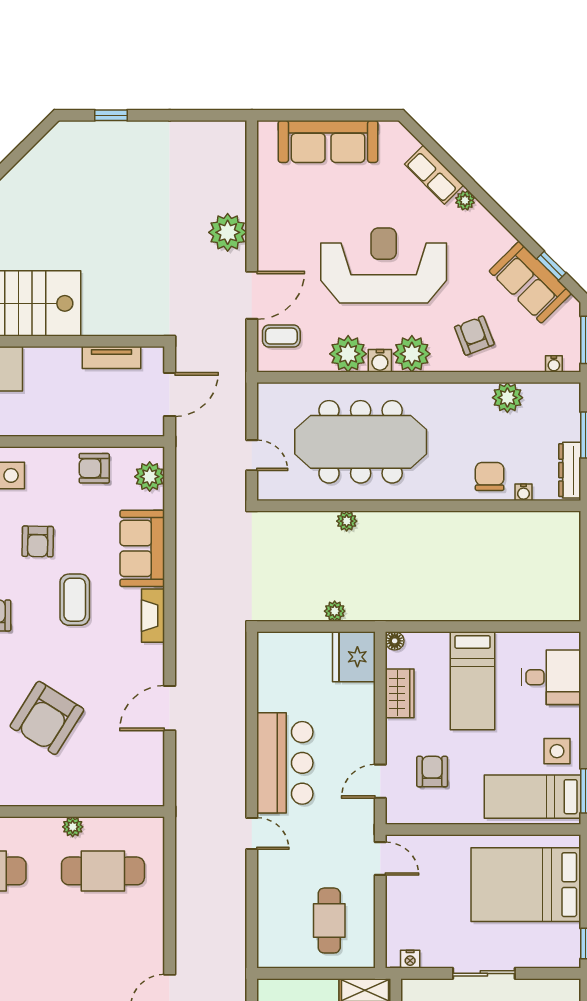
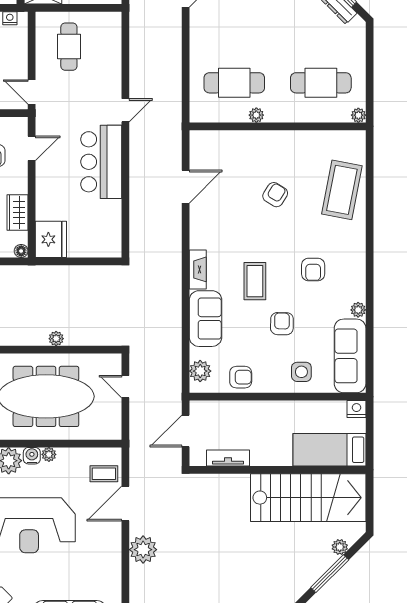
plant: (348, 354) -> (49, 454), width x0.53, depth x0.53
plant: (335, 611) -> (65, 273), removed
door: (170, 708) -> (186, 187), moved
armchair: (47, 718) -> (275, 195), width x0.53, depth x0.53
door: (252, 834) -> (125, 110), swing flipped

